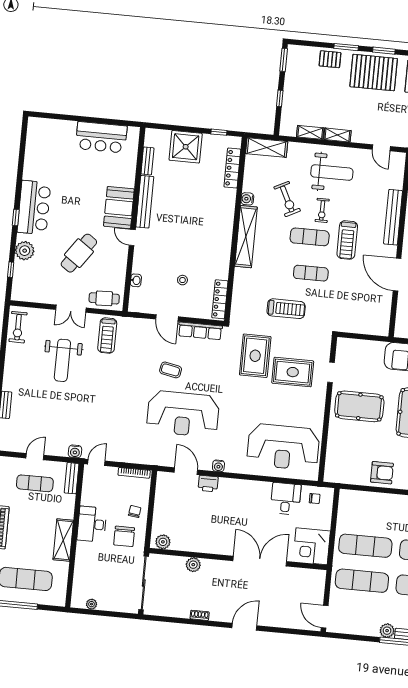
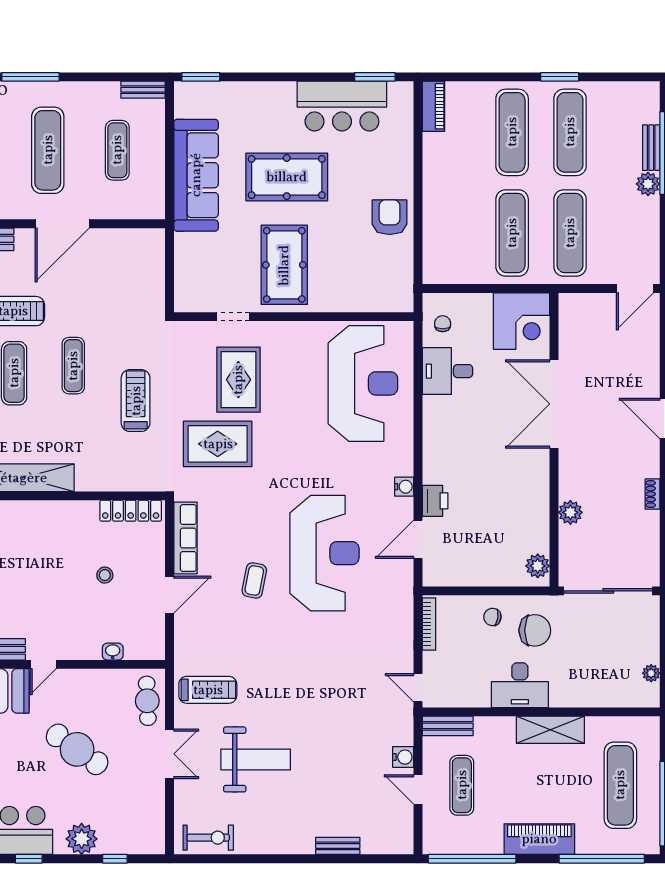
water cooler: (75, 451) -> (403, 757), moved

